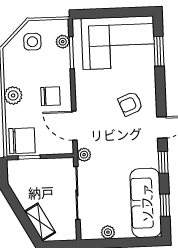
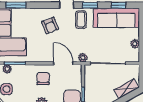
door: (74, 126) -> (63, 63), swing flipped
coffee table: (141, 150) -> (81, 20), added

